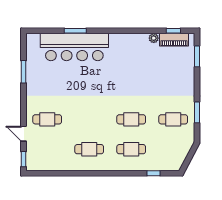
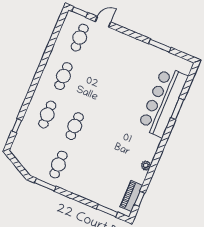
plant: (154, 38) -> (146, 165), moved
window: (197, 112) -> (45, 185), moved
cafe table: (47, 119) -> (80, 38), moved

